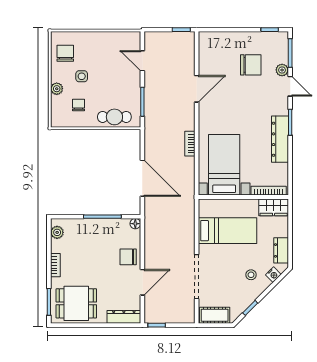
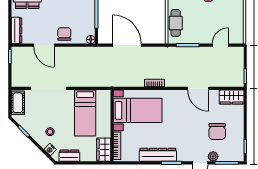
wardrobe: (207, 47) -> (232, 97), added
door: (142, 178) -> (127, 45), swing flipped

